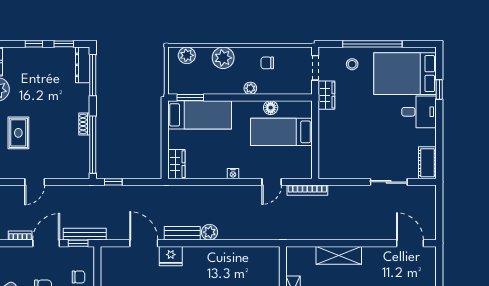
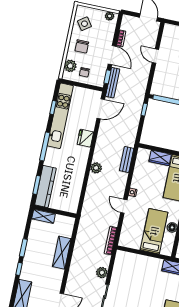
wardrobe: (176, 164) -> (160, 158), moved
door: (272, 182) -> (124, 206), moved
plant: (355, 193) -> (102, 273), added
bench: (182, 233) -> (127, 160), moved
door: (144, 243) -> (101, 109), moved

